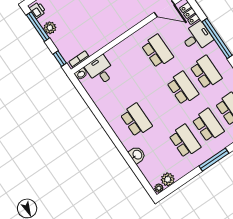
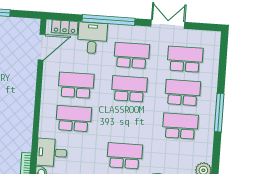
school desk: (134, 67) -> (74, 119), added

